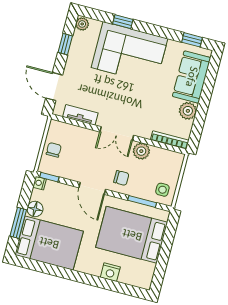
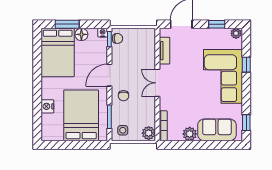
chair: (54, 150) -> (117, 38), moved
plant: (141, 151) -> (149, 133), moved

